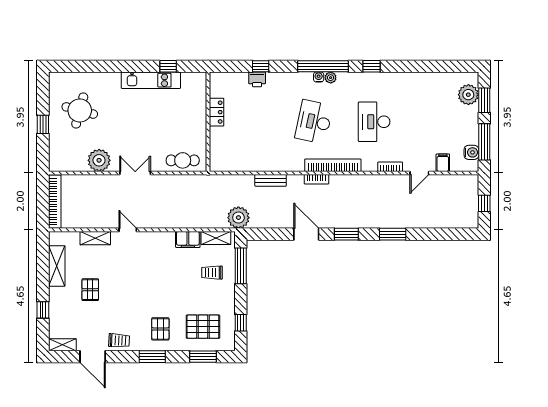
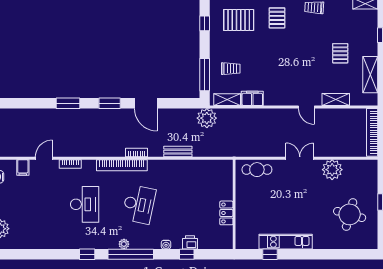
water cooler: (319, 77) -> (166, 245), moved
double door: (135, 173) -> (300, 158), swing flipped

